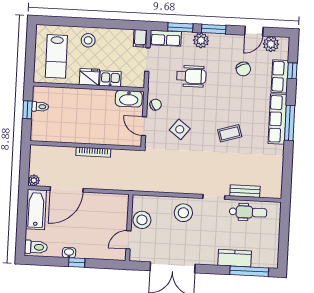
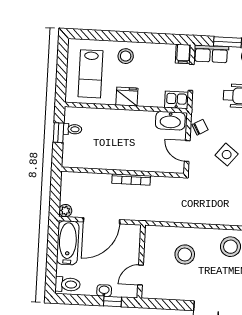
kitchen sink: (110, 79) -> (176, 100), moved
wall: (129, 228) -> (141, 261), moved
door: (128, 240) -> (140, 275), moved

